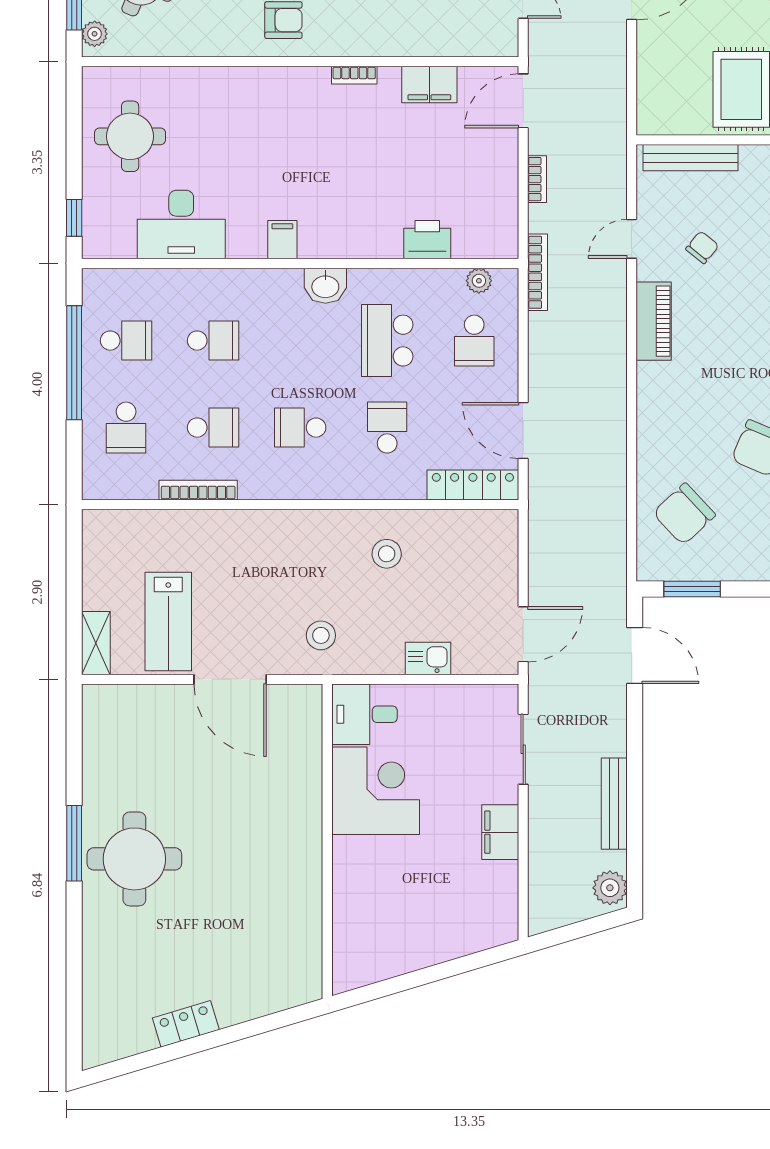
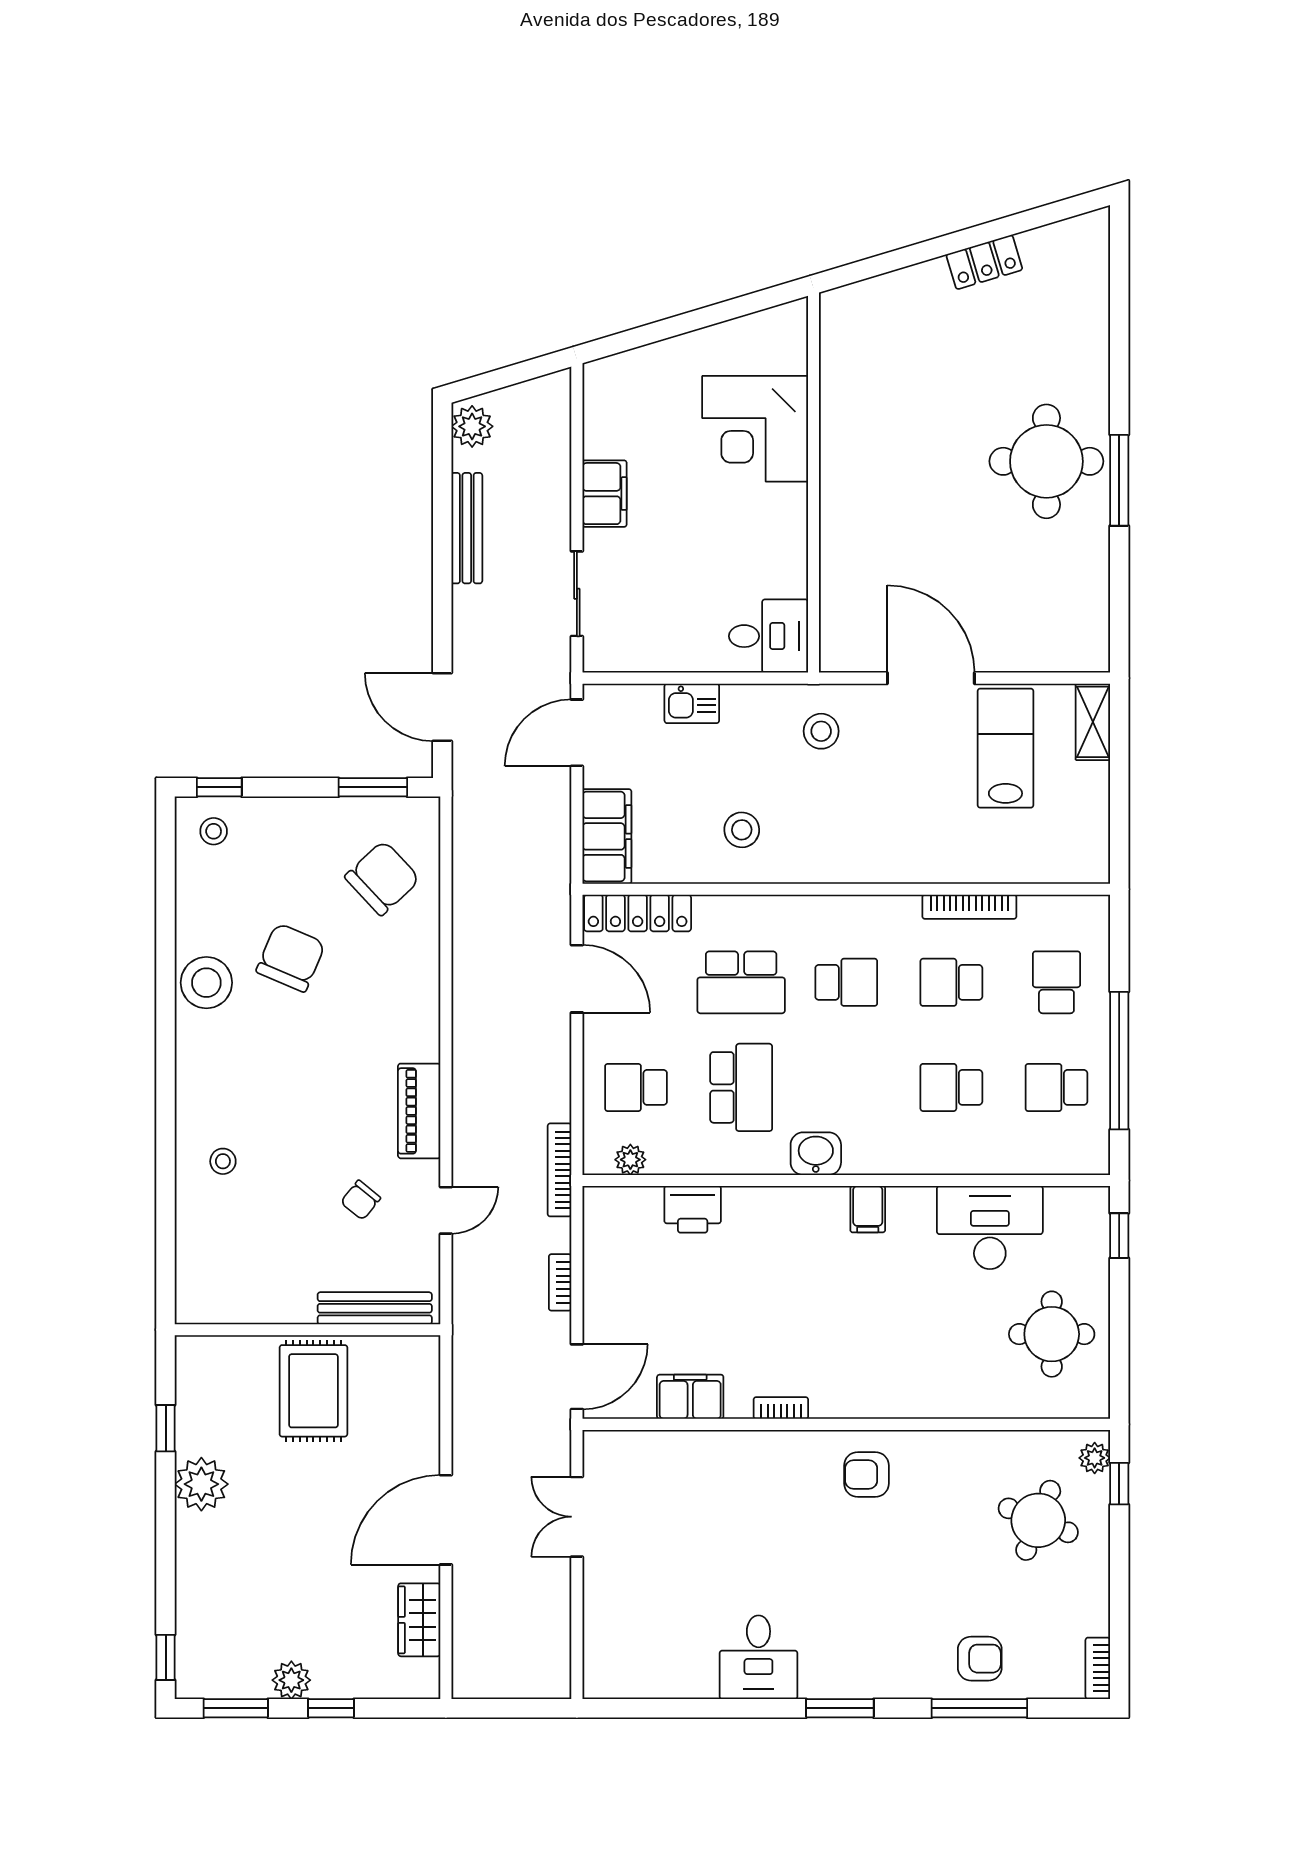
school desk: (474, 341) -> (636, 1087), turned -90
school desk: (387, 428) -> (741, 982), width x1.85
filing cabinet: (498, 548) -> (607, 836), added
corner desk: (376, 791) -> (755, 429), moved

